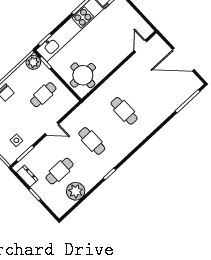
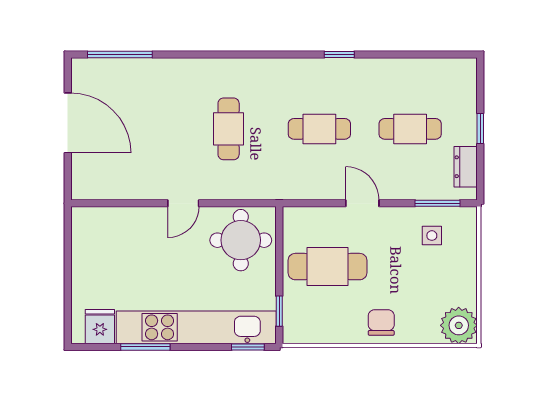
door: (140, 46) -> (183, 203), moved
plant: (33, 62) -> (297, 329), removed
cafe table: (43, 95) -> (327, 267), width x1.37, depth x1.35
cafe table: (92, 141) -> (319, 129), turned 90
plant: (76, 191) -> (414, 76), removed

